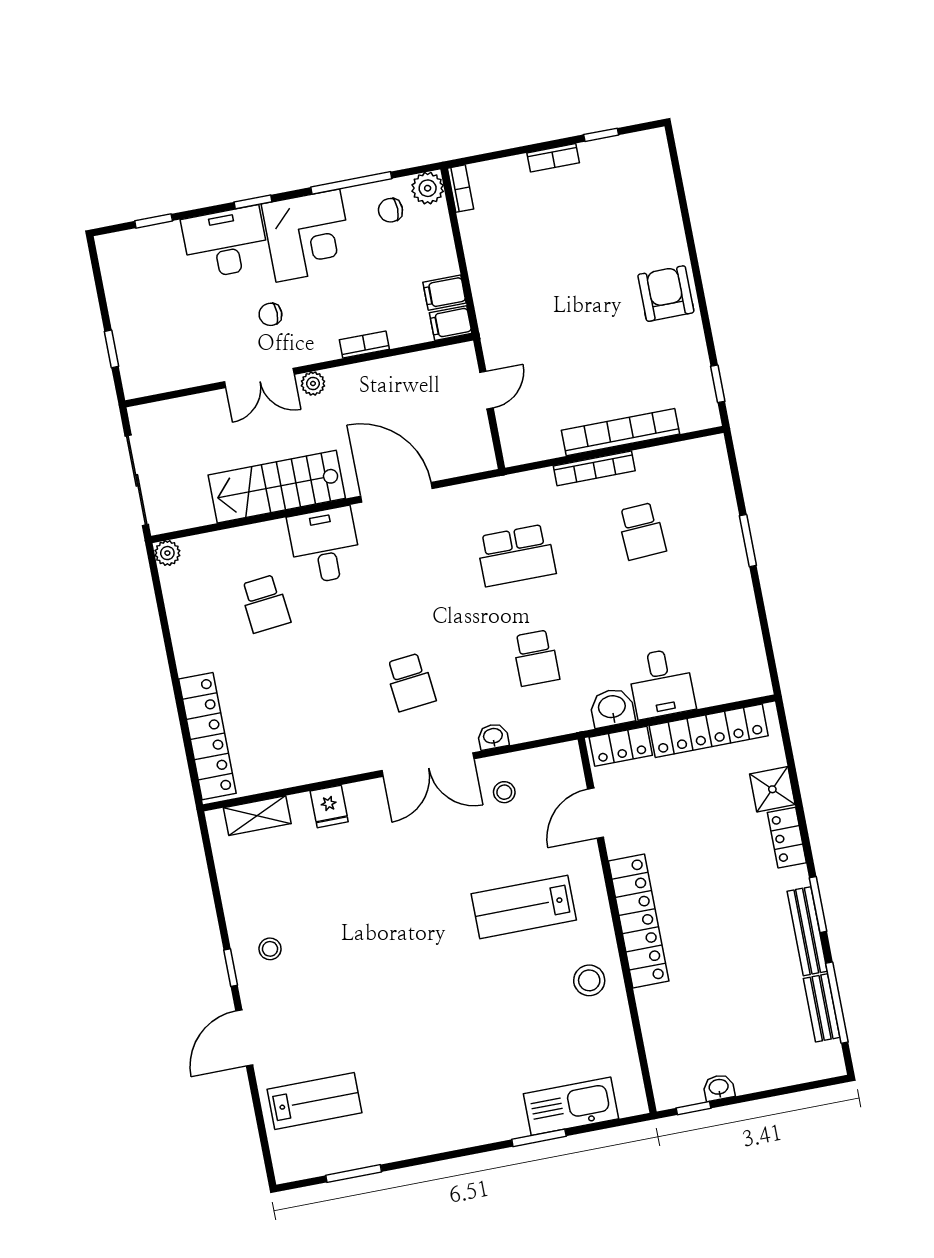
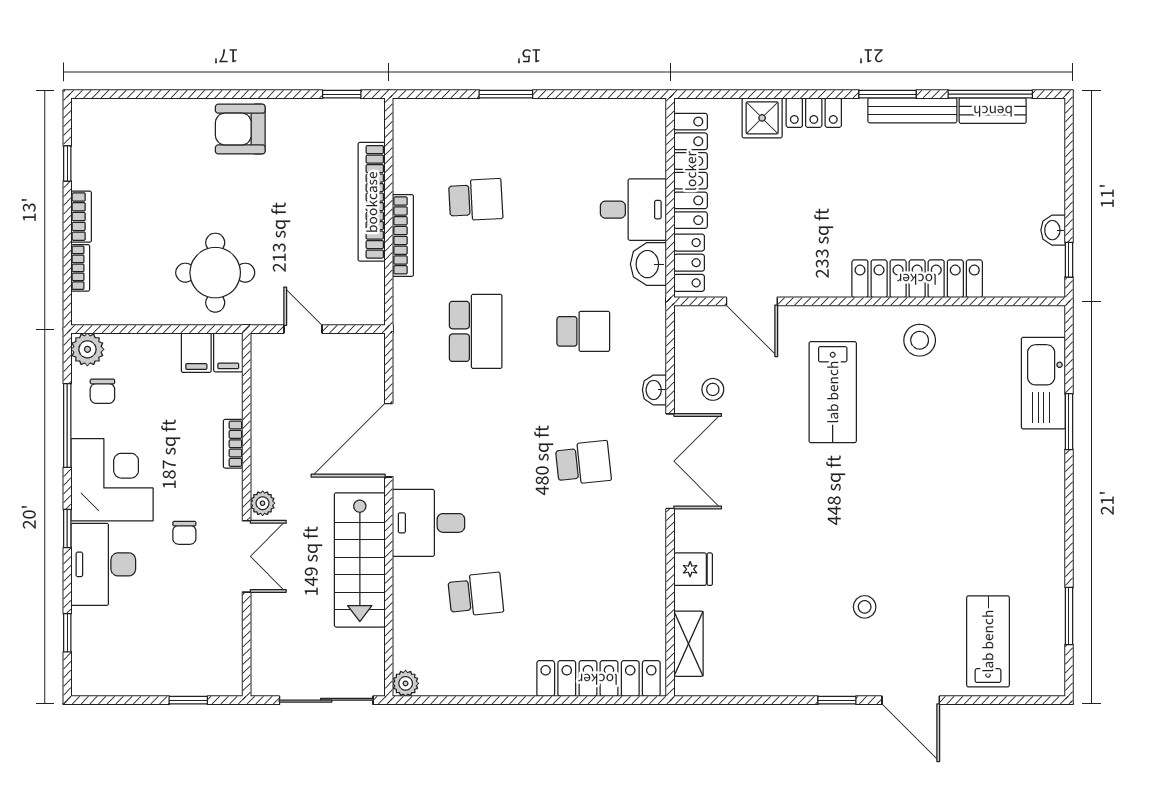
bookcase: (461, 189) -> (80, 268), moved, turned 90
round table: (524, 296) -> (215, 273), added
locker: (639, 921) -> (917, 279), moved
stool: (270, 949) -> (865, 607), moved

